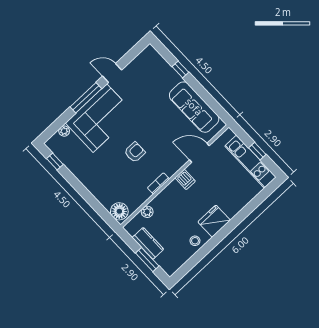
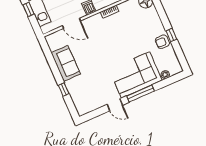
sofa: (194, 107) -> (66, 63), width x0.73
armchair: (135, 152) -> (162, 42), moved
window: (55, 161) -> (171, 35), moved

